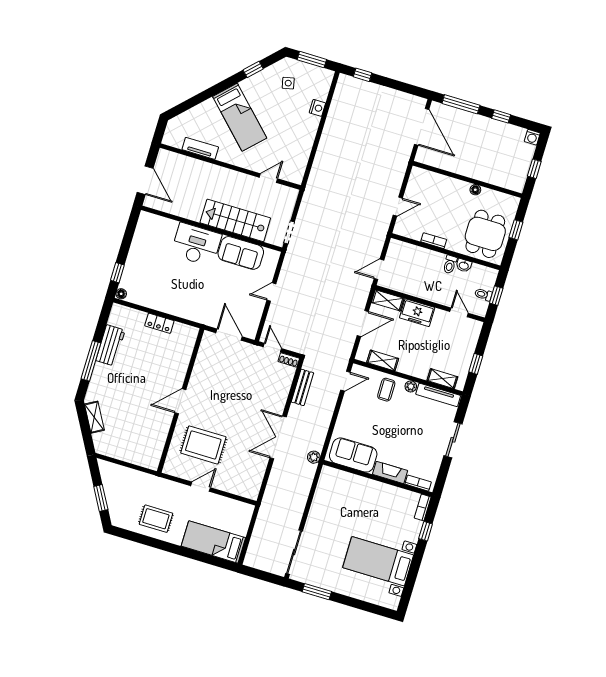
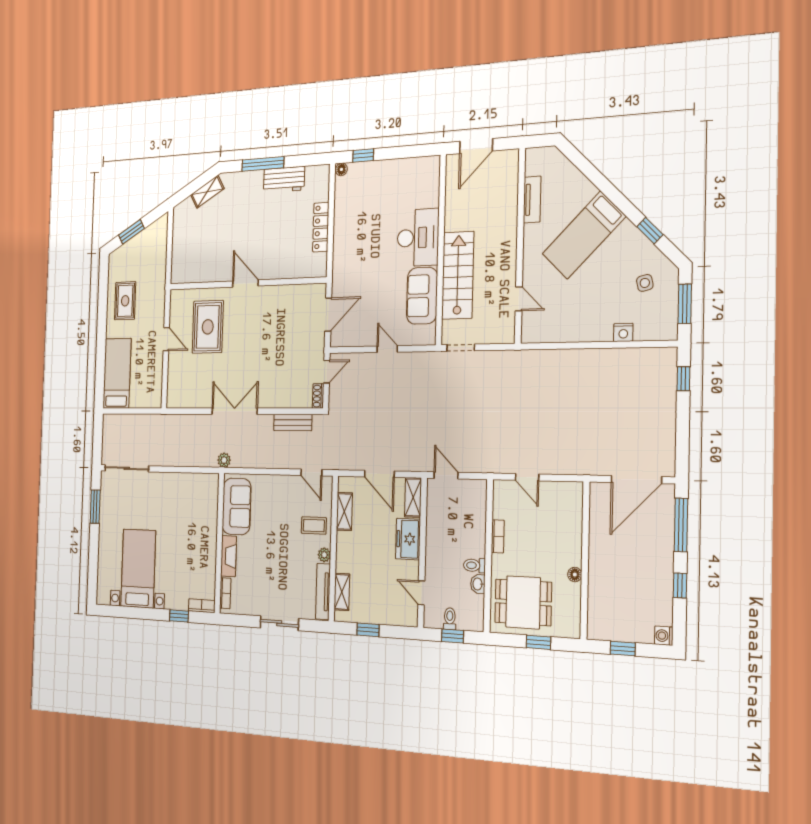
door: (459, 312) -> (421, 593), swing flipped
locker: (159, 323) -> (321, 227), width x1.53

